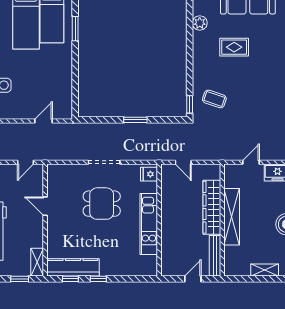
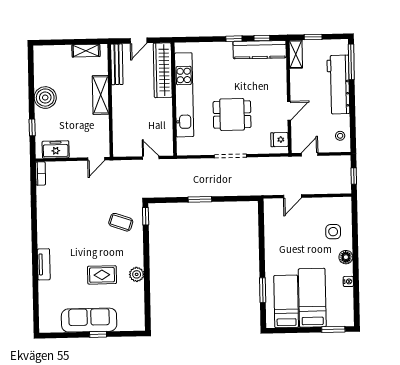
plant: (200, 23) -> (137, 274), moved
door: (251, 162) -> (96, 159), moved
fridge: (149, 174) -> (279, 140), moved, turned 180
door: (45, 206) -> (289, 111), hinge flipped
wardrobe: (212, 207) -> (163, 70), moved, turned 180
shelving: (232, 217) -> (101, 95), width x0.68
kitchen unit: (149, 224) -> (184, 95), width x1.36
shelving: (265, 270) -> (86, 51), moved

